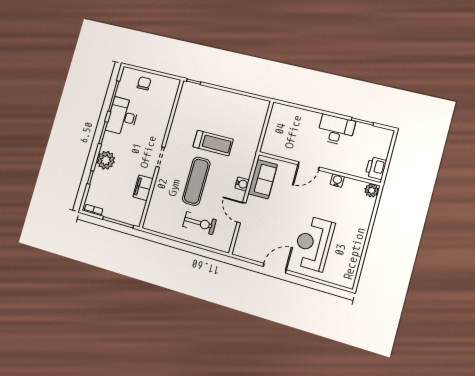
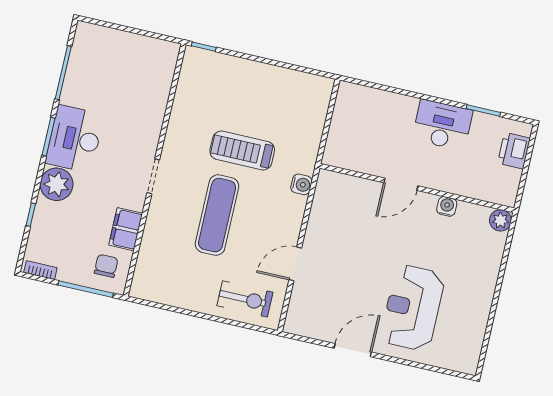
chair: (144, 83) -> (106, 266), moved
desk: (123, 117) -> (75, 139), moved
treadmill: (213, 143) -> (242, 150), turned 180
printer: (376, 168) -> (514, 151), moved
sofa: (263, 179) -> (328, 208), removed
water cooler: (242, 184) -> (301, 184), moved
door: (242, 213) -> (295, 264), hinge flipped
exercise bike: (199, 223) -> (245, 299), moved

